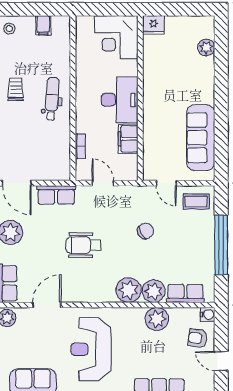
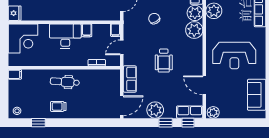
filing cabinet: (43, 25) -> (15, 74), moved
filing cabinet: (128, 139) -> (87, 30), width x0.50
filing cabinet: (128, 174) -> (115, 30), added

